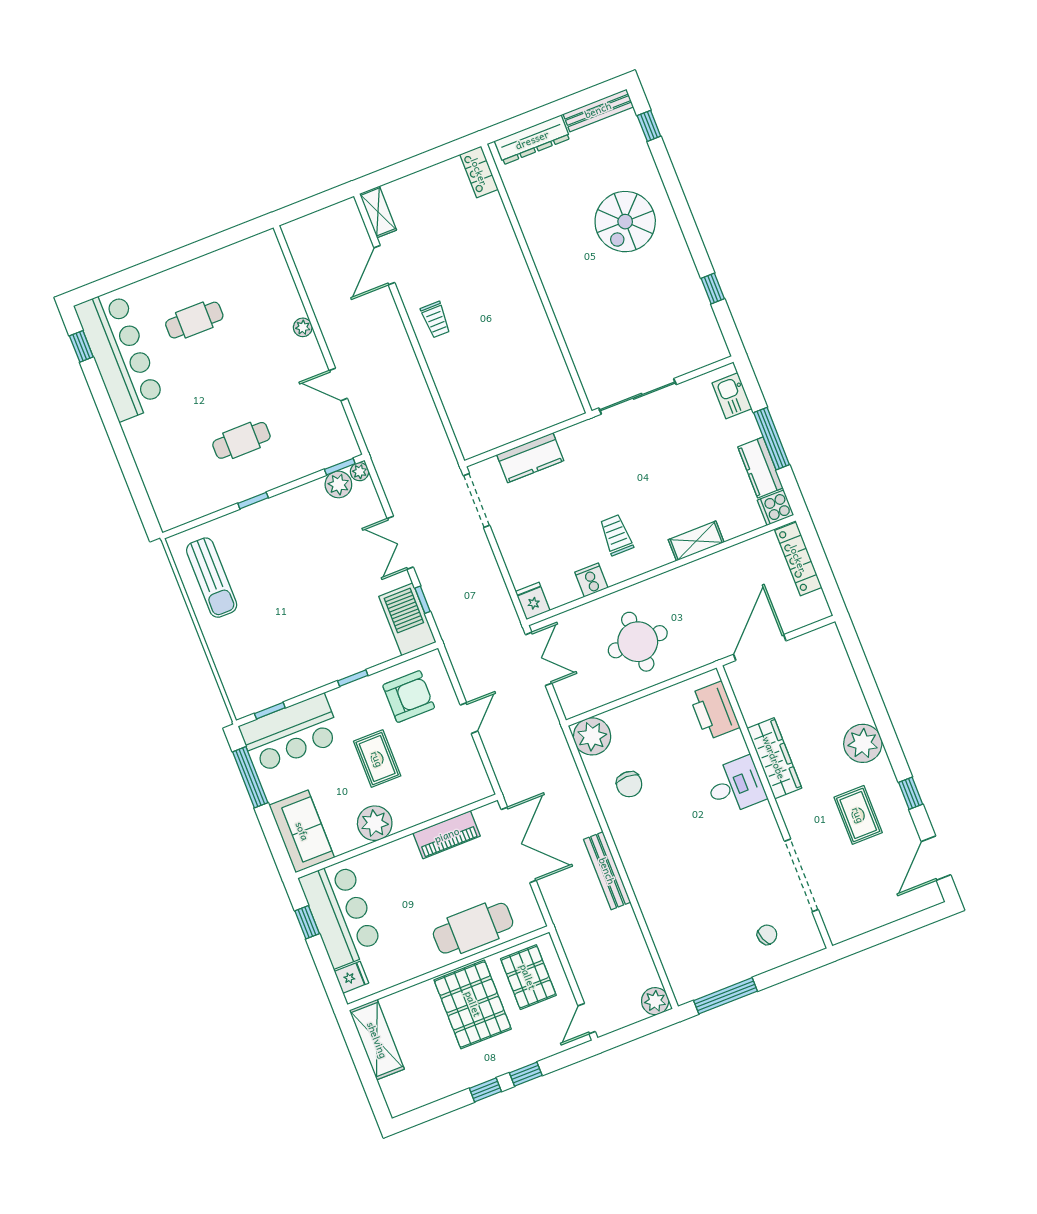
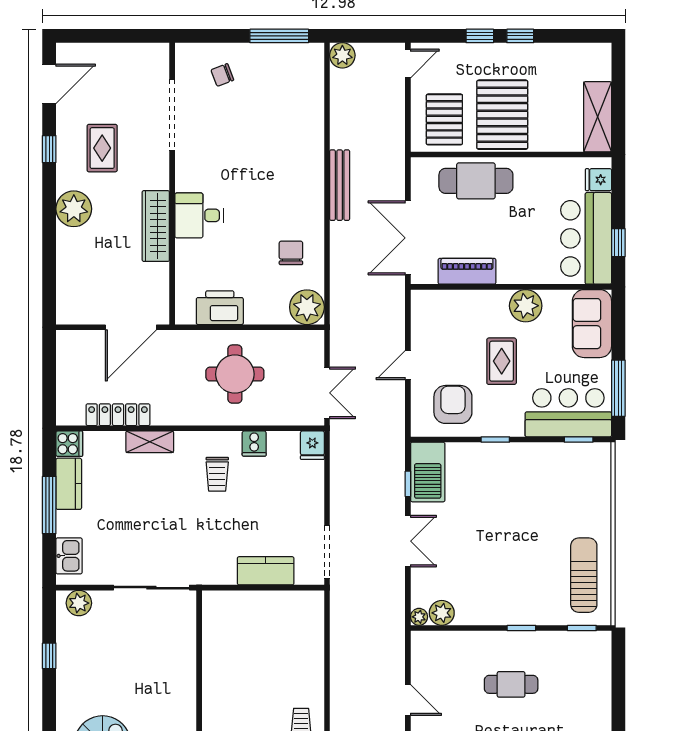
plant: (704, 353) -> (79, 603), added
window: (340, 467) -> (582, 628), moved
locker: (798, 559) -> (118, 415), moved, turned -90
double door: (539, 659) -> (327, 393), swing flipped
armchair: (409, 697) -> (453, 404), turned 90
printer: (714, 711) -> (220, 308), moved, turned -90

